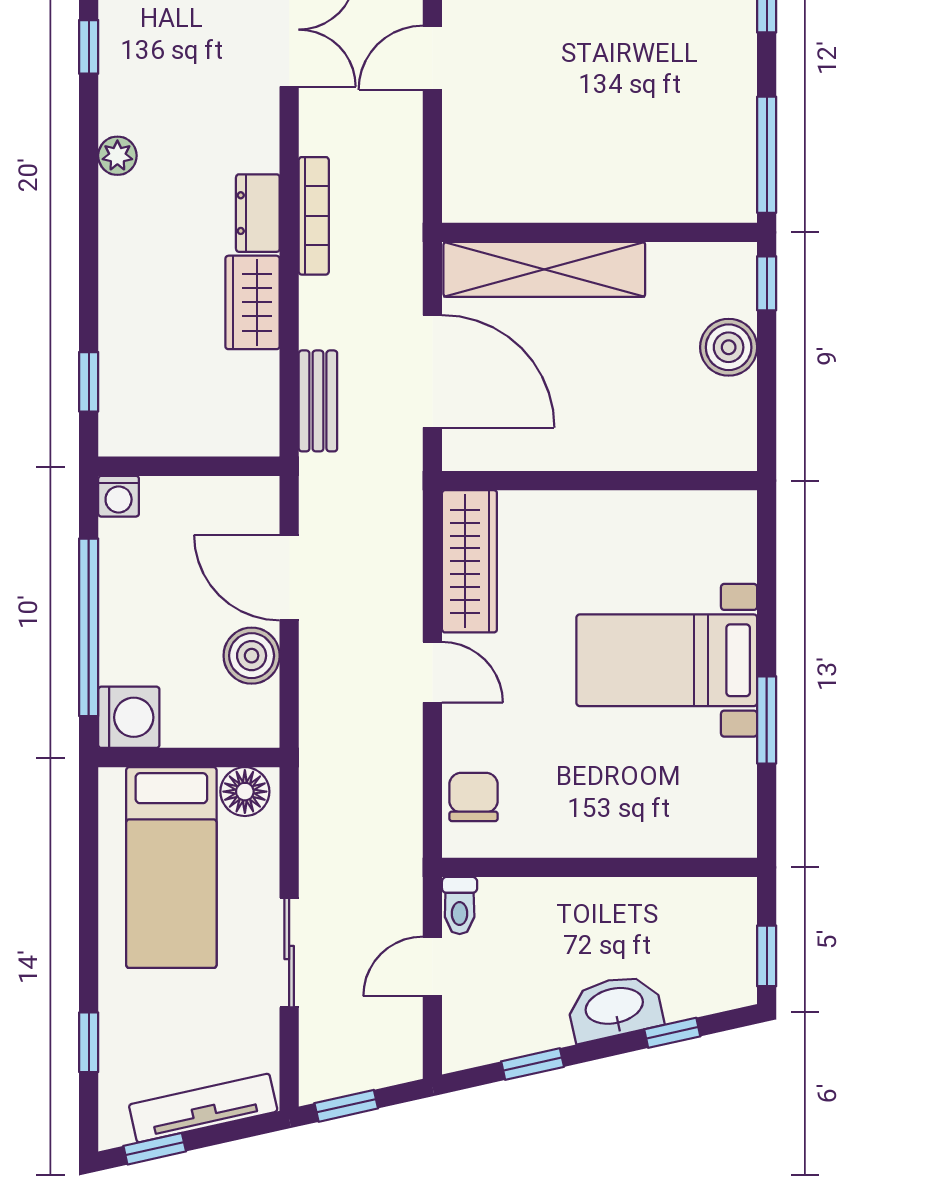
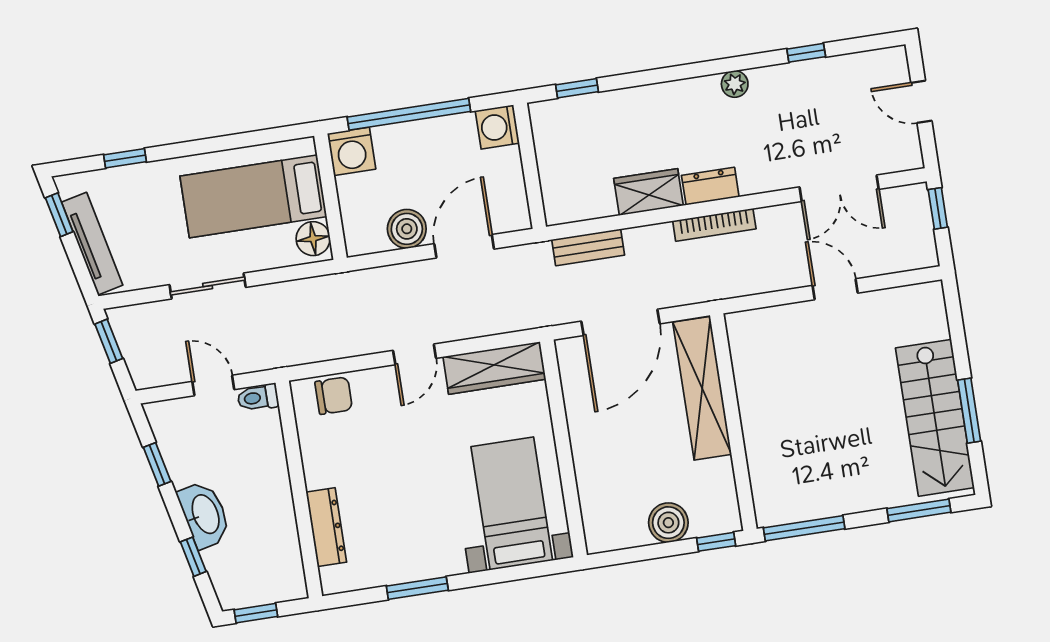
washing machine: (119, 496) -> (497, 127), width x1.38, depth x1.38
bed with nightstands: (667, 660) -> (512, 503), moved
dresser: (660, 836) -> (326, 527), added

